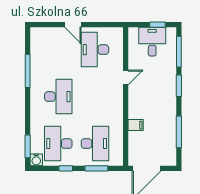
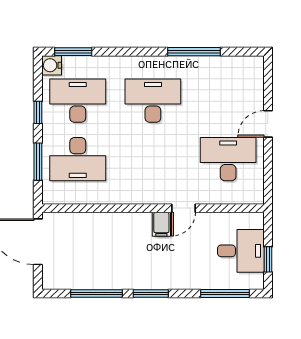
door: (126, 78) -> (183, 208), hinge flipped
window: (179, 86) -> (151, 294), moved
desk: (58, 97) -> (153, 101), turned 180
filing cabinet: (136, 125) -> (161, 224), moved

